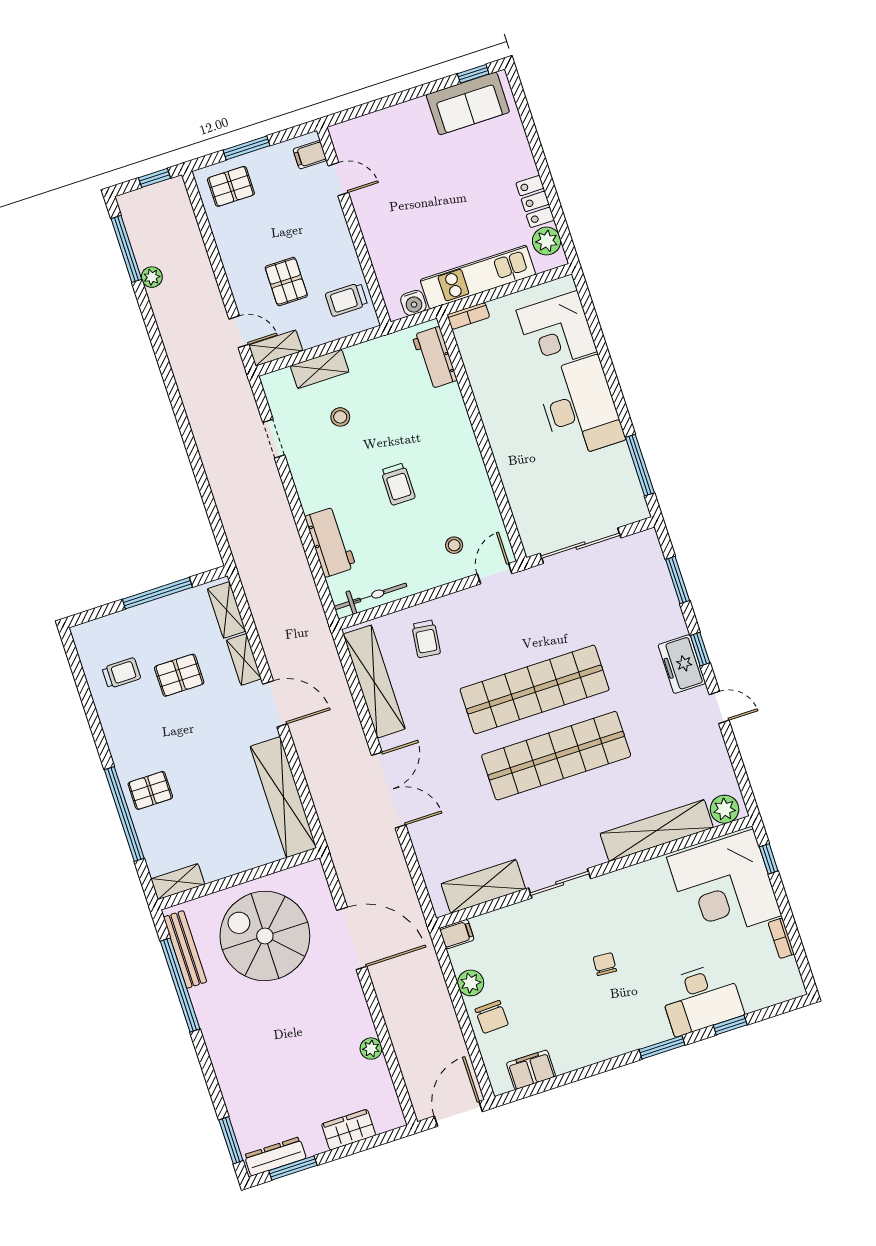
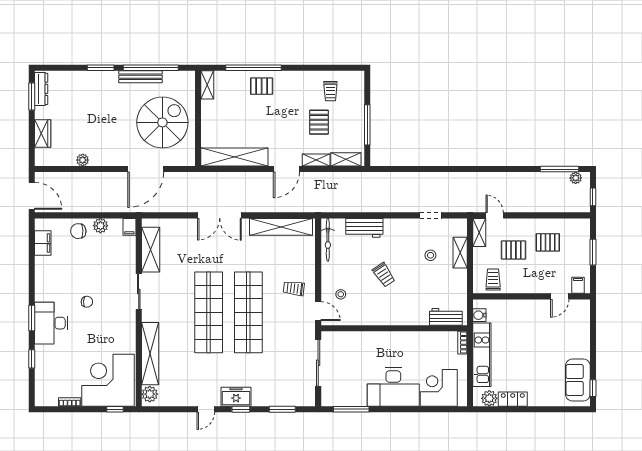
pallet: (231, 186) -> (548, 242), moved, turned 90
plant: (152, 277) -> (576, 178), moved
door: (239, 332) -> (495, 215), swing flipped
trolley: (398, 484) -> (384, 275), turned -124
trolley: (426, 639) -> (294, 288), moved
pallet: (150, 790) -> (262, 86), turned 90
bench: (185, 949) -> (141, 77), moved
desk: (701, 999) -> (51, 323), moved
window: (231, 1140) -> (101, 68), moved

